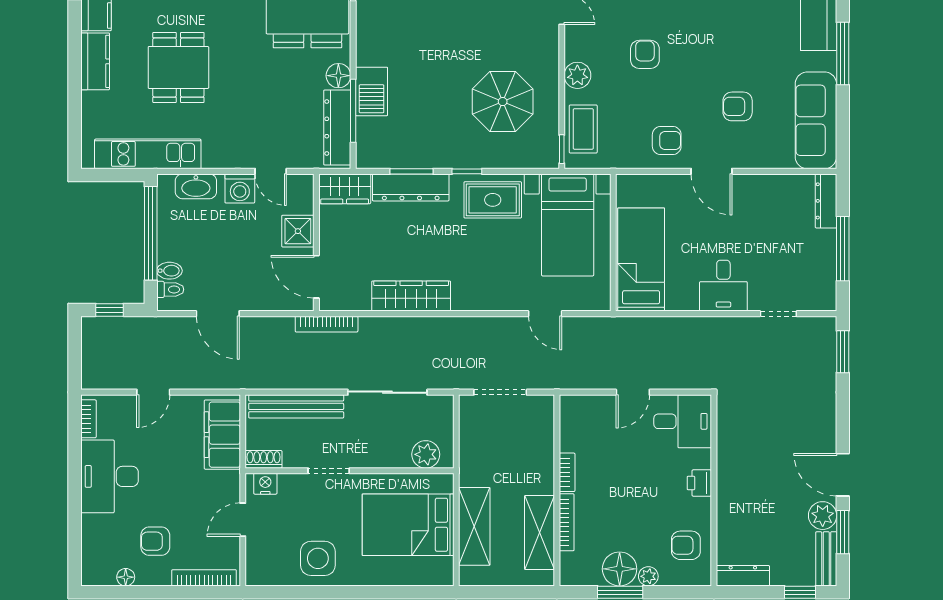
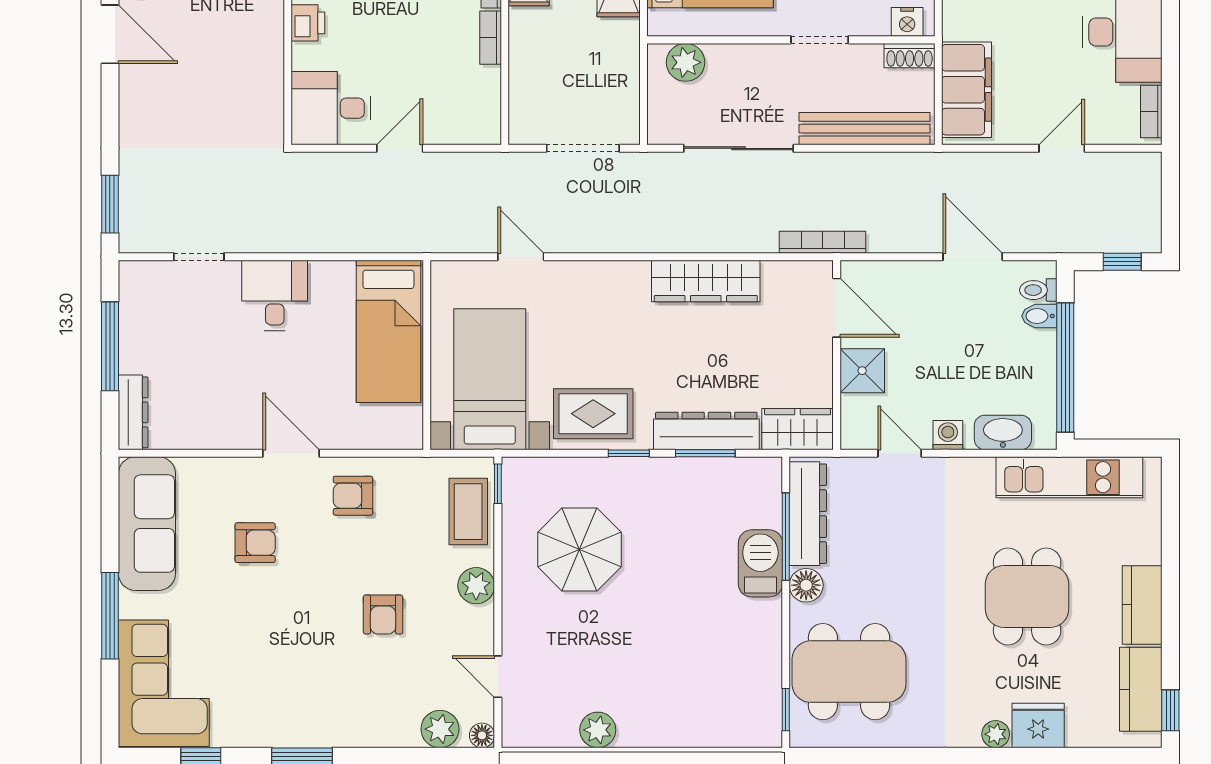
washing machine: (240, 188) -> (948, 435), width x0.73, depth x0.73

